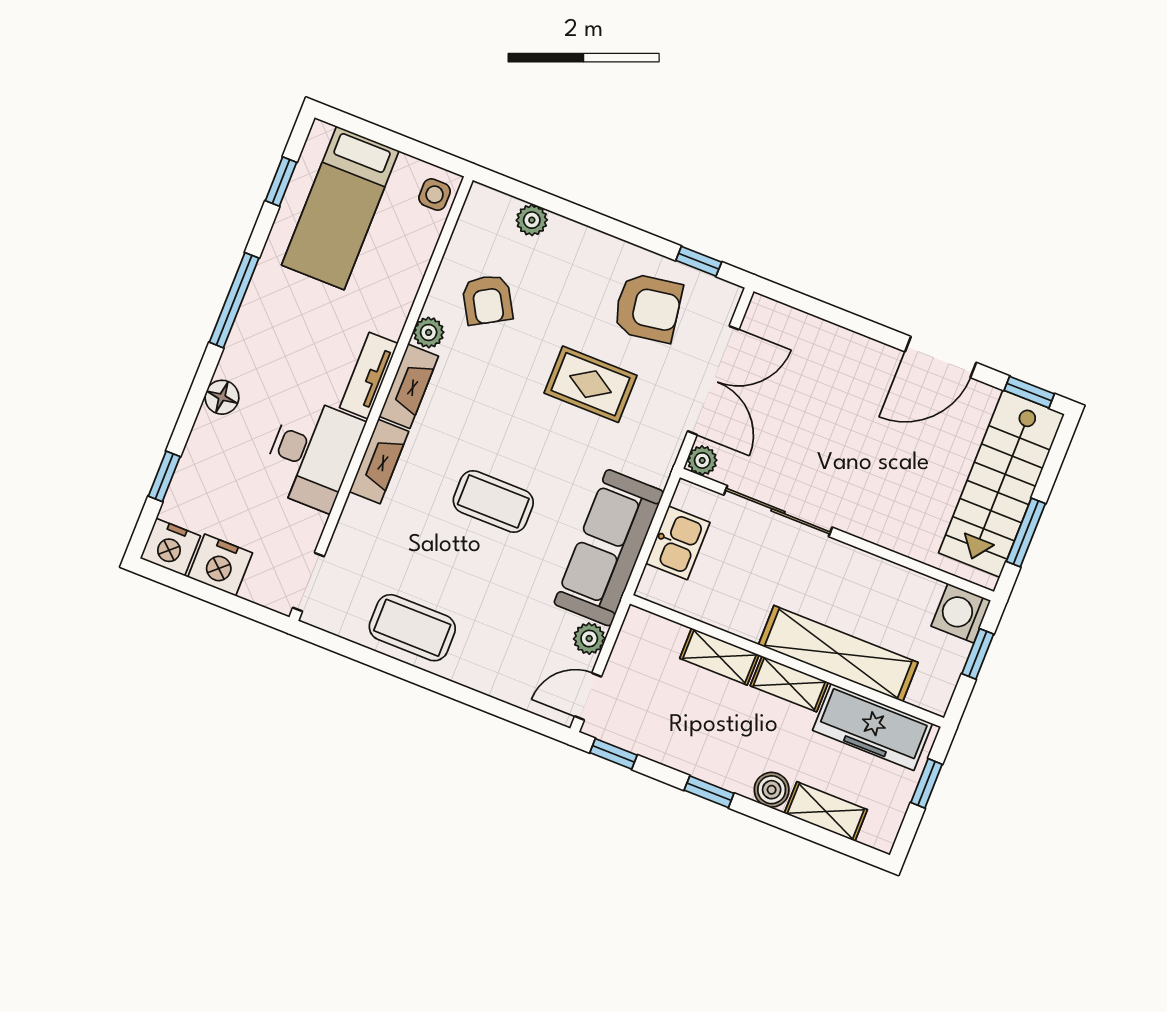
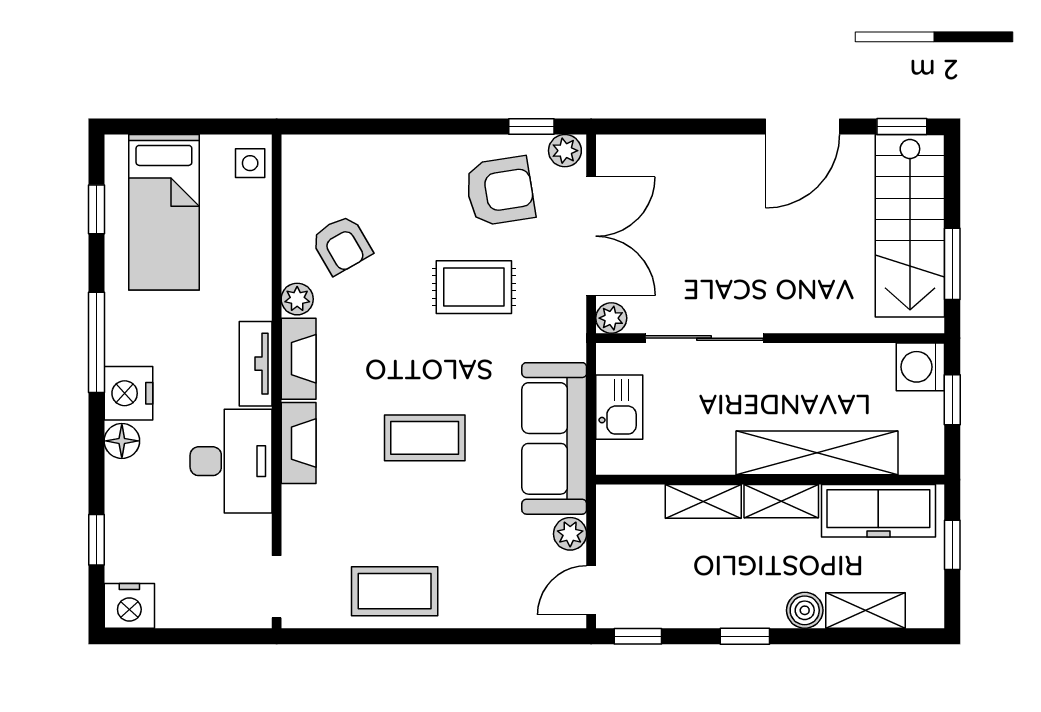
plant: (532, 220) -> (565, 151), moved
nightstand: (220, 565) -> (128, 393), moved, turned 90

